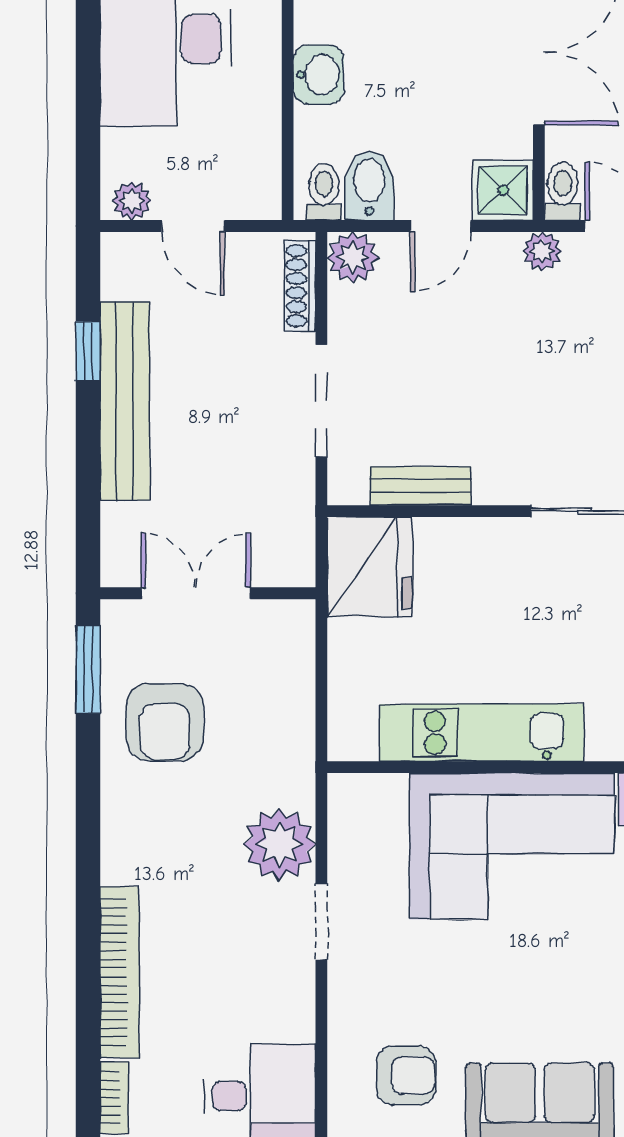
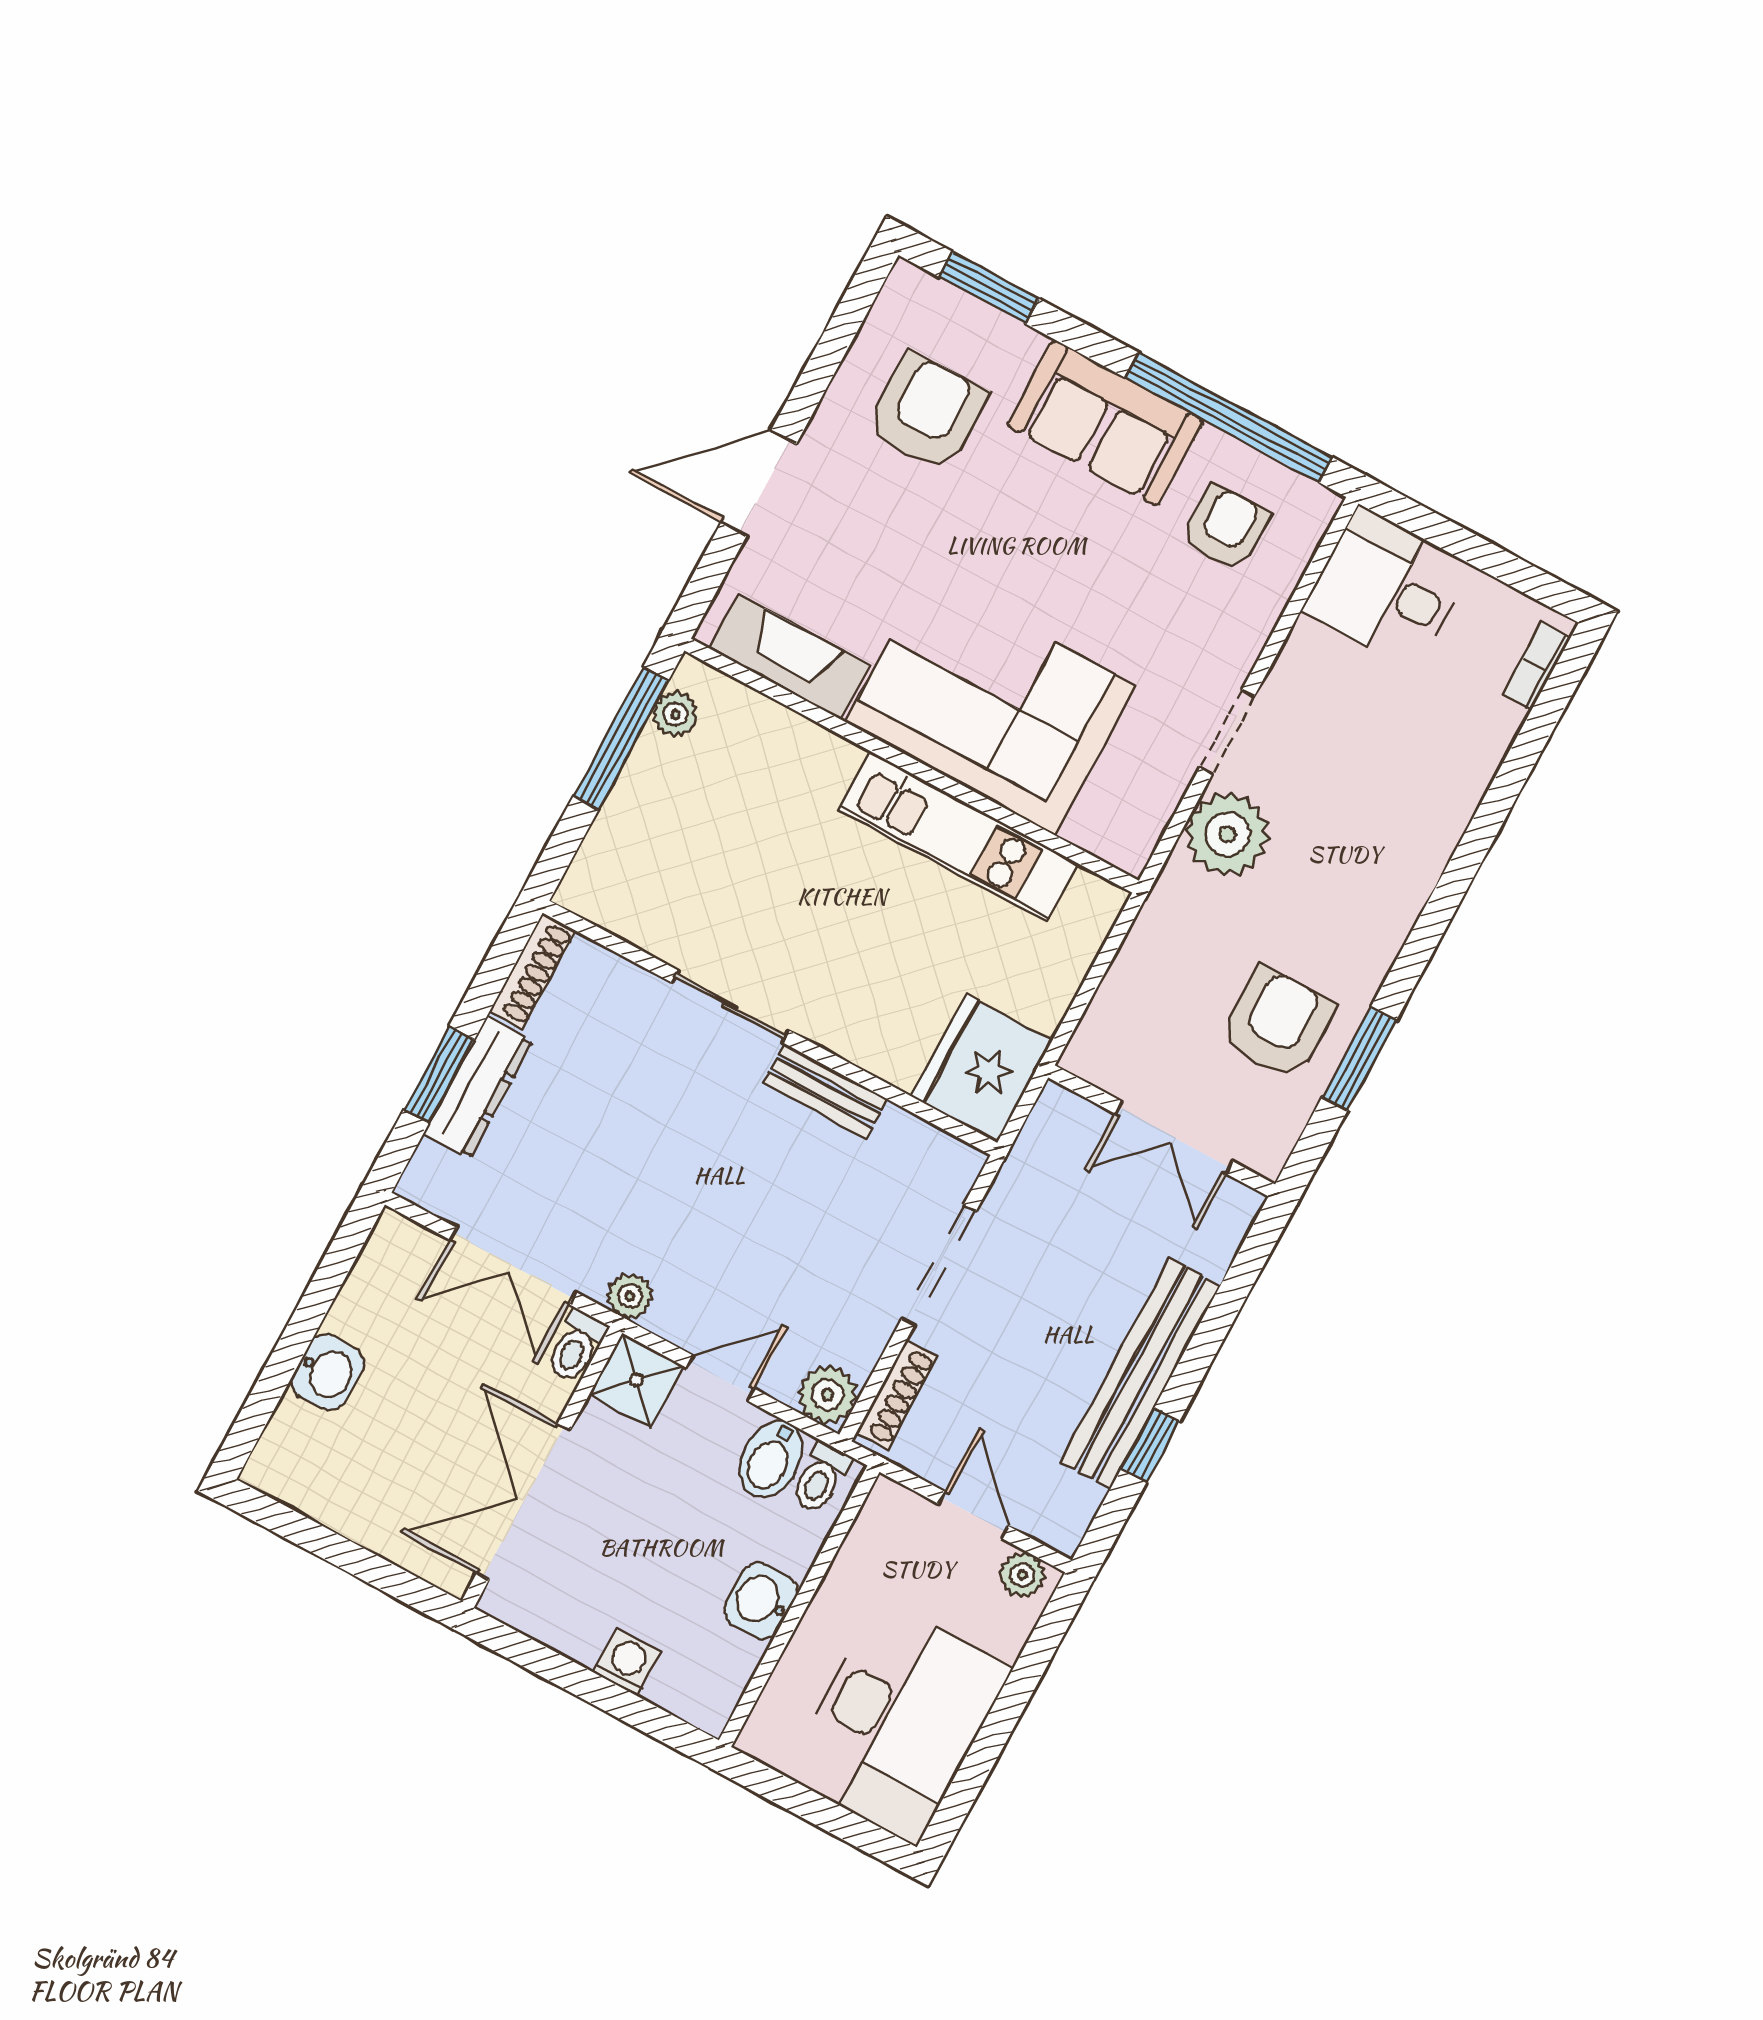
bench: (421, 486) -> (825, 1091), moved
window: (88, 669) -> (1359, 1059), moved
bookcase: (120, 972) -> (1462, 792), removed
armchair: (406, 1075) -> (1226, 528), turned 90

